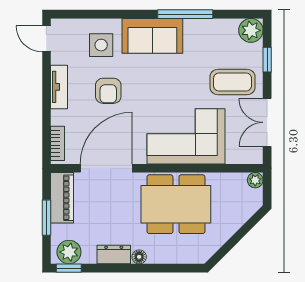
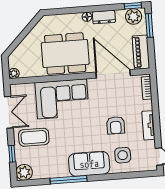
armchair: (108, 91) -> (116, 125), turned 180
door: (106, 168) -> (113, 74), swing flipped
window: (46, 218) -> (149, 25), moved

